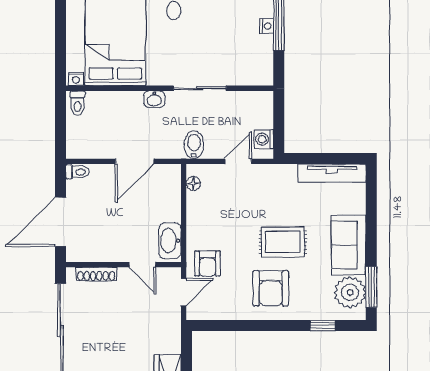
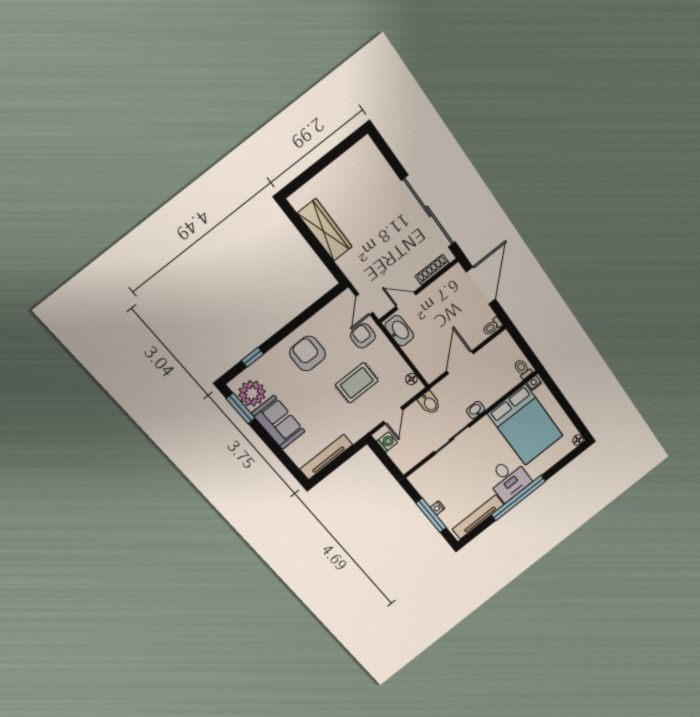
rug: (283, 242) -> (357, 383), moved

